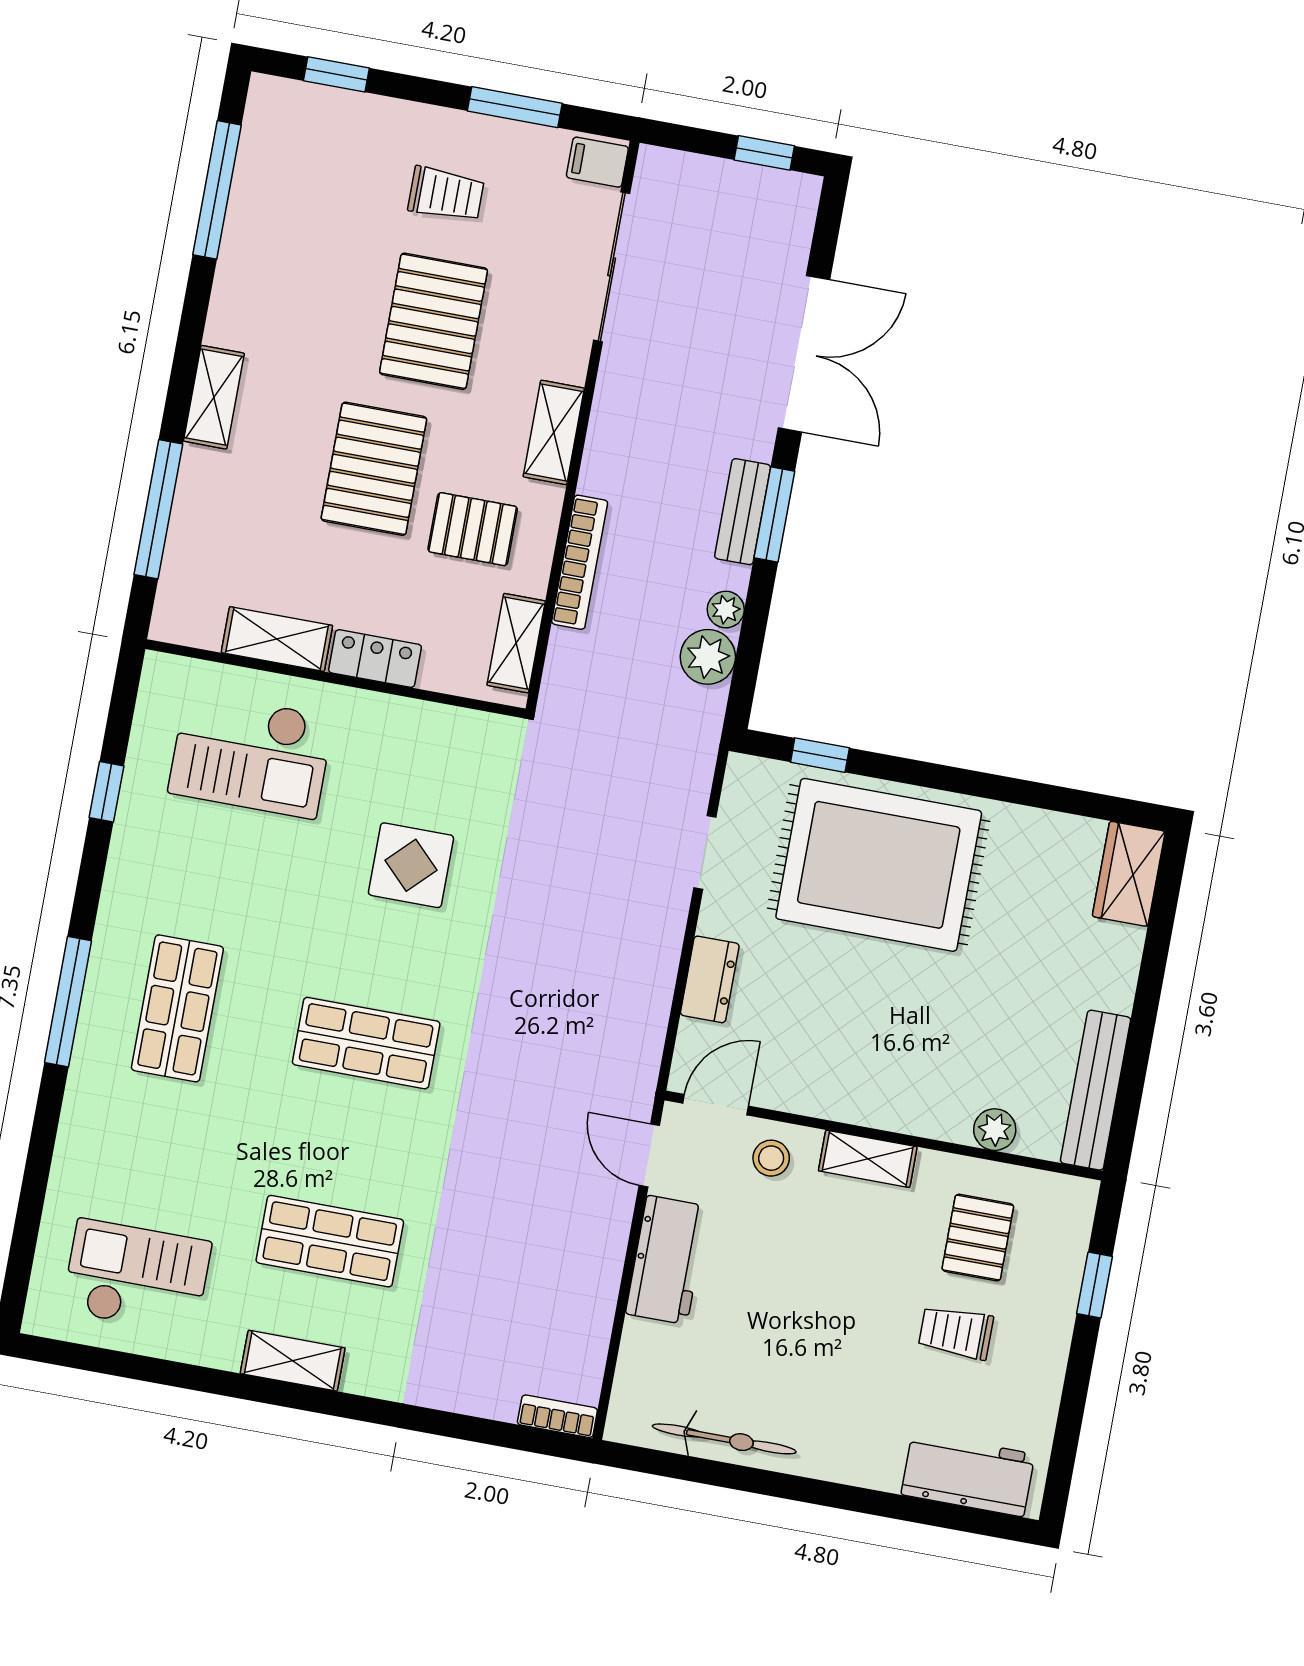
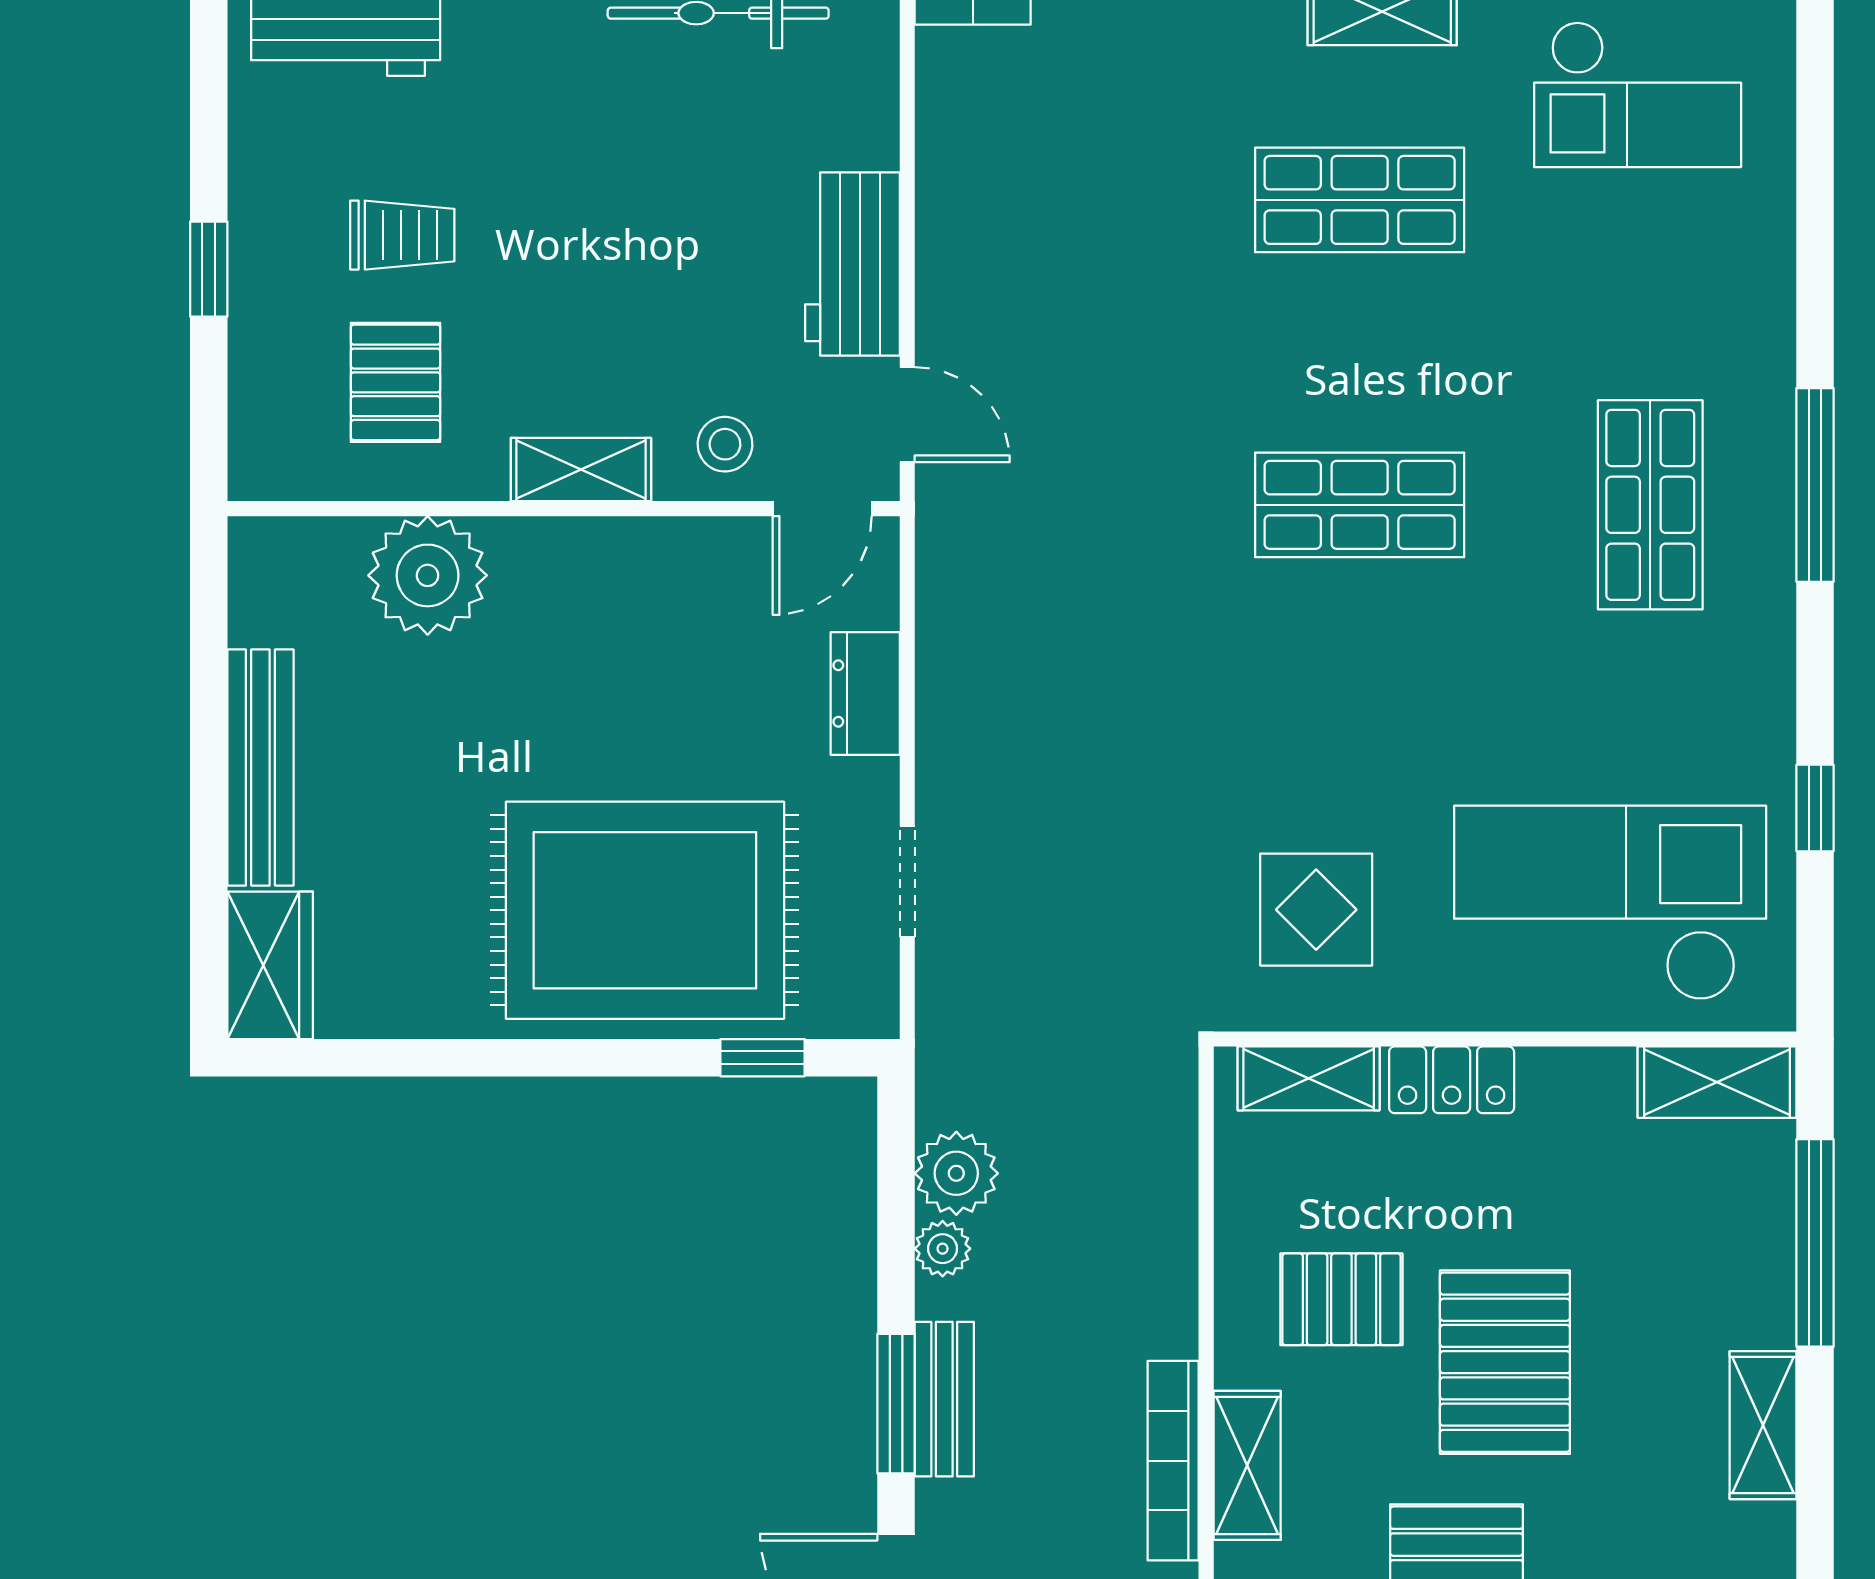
bookcase: (580, 562) -> (1173, 1461), moved
shelving: (277, 639) -> (1717, 1082), moved
shelving: (516, 643) -> (1309, 1078), moved, turned 90
checkout: (251, 754) -> (1610, 903), width x1.36, depth x1.21
display table: (411, 865) -> (1316, 910), moved
bench: (1096, 1090) -> (260, 768), moved
plant: (995, 1130) -> (428, 575), width x1.87, depth x1.87
window: (1095, 1285) -> (209, 269), moved

